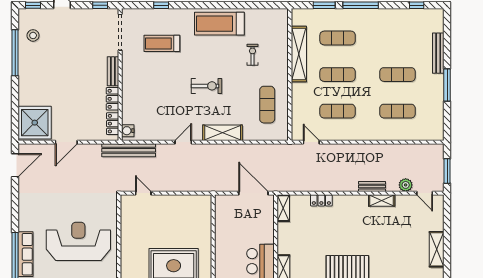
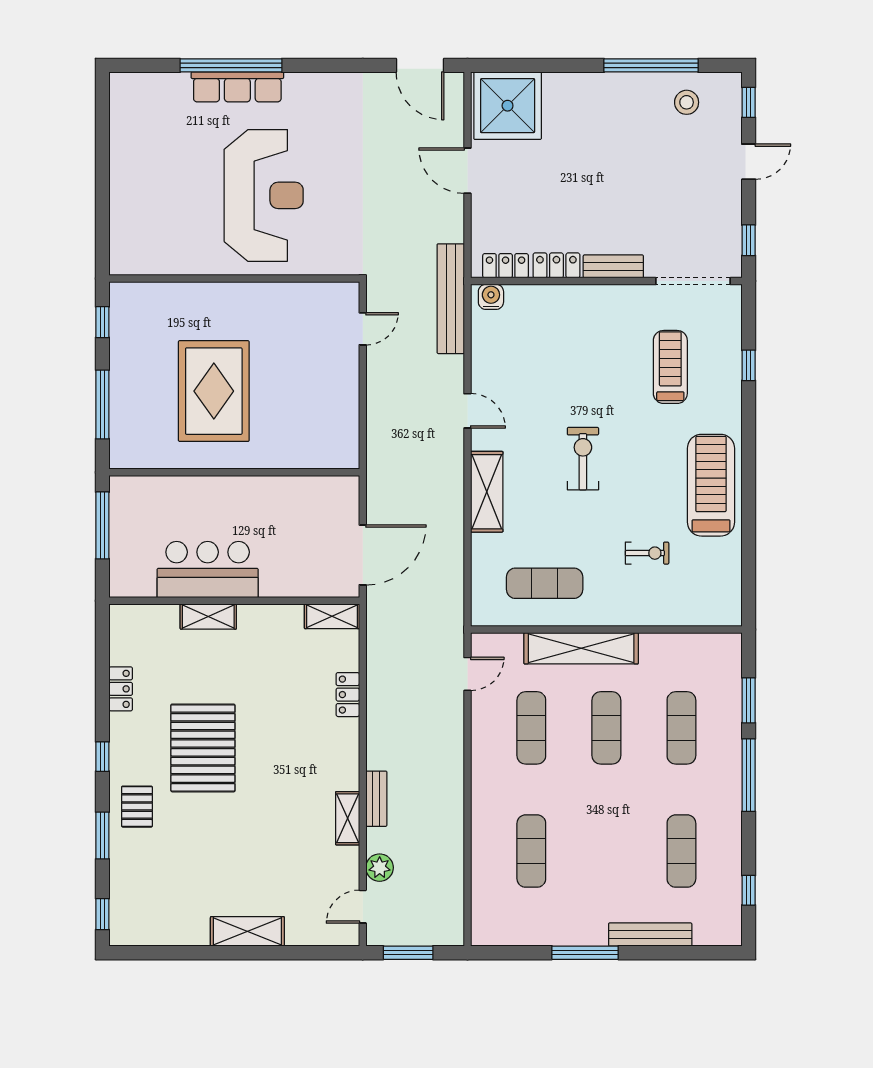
shelving: (299, 54) -> (581, 648), moved
exercise mat: (398, 75) -> (681, 851), moved
exercise bike: (206, 86) -> (583, 459), turned 180

